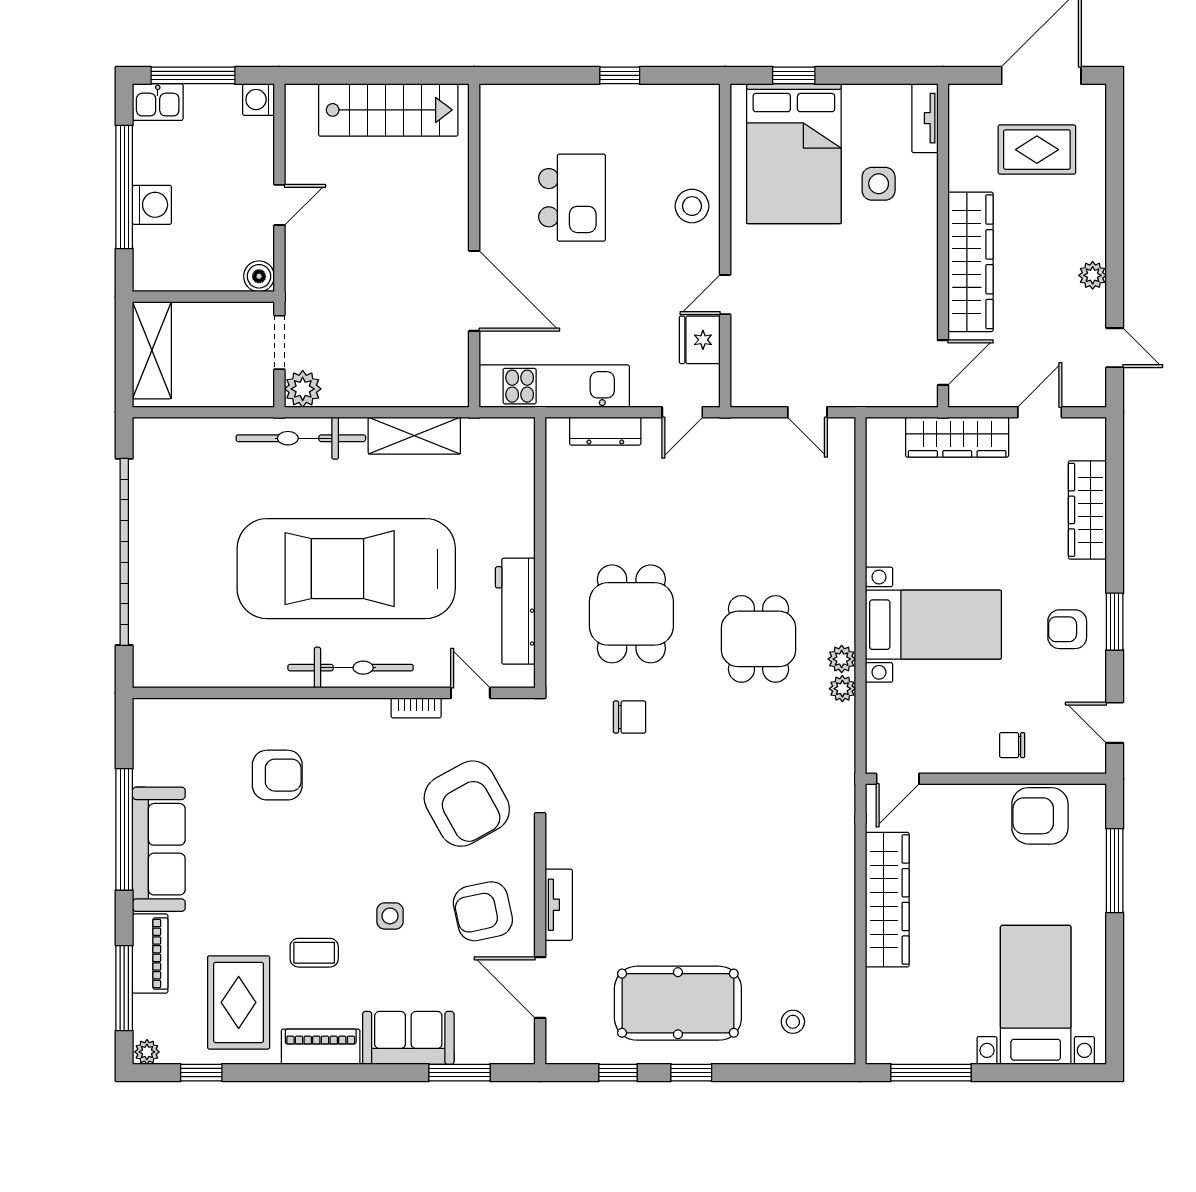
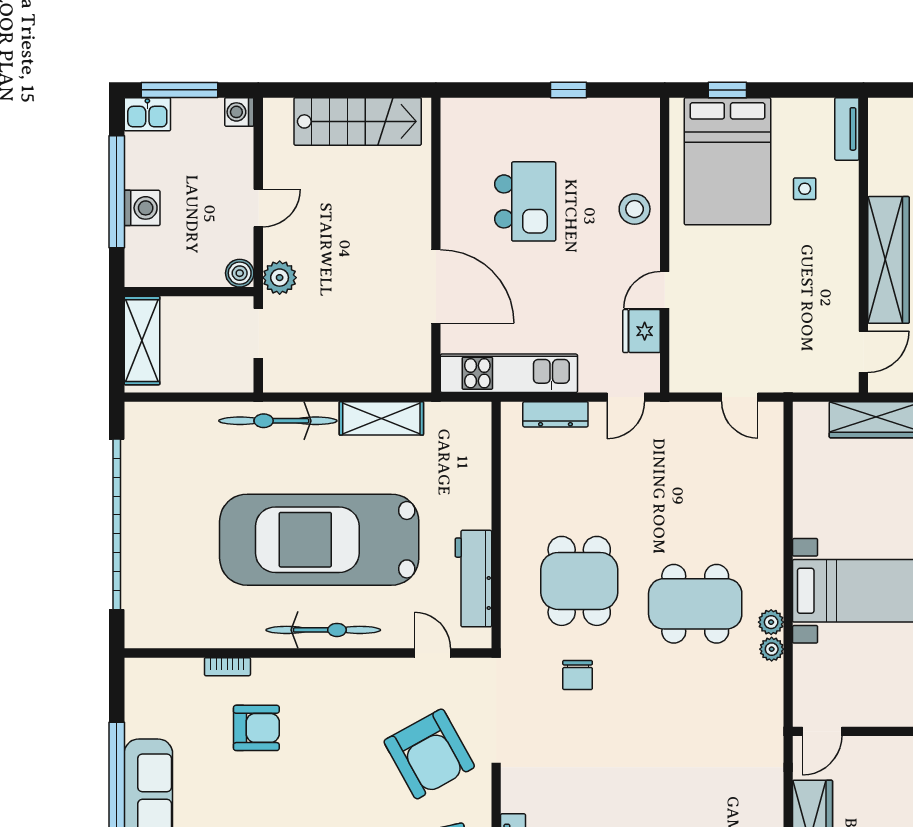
side table: (879, 184) -> (805, 189), width x0.73, depth x0.73
plant: (303, 389) -> (280, 278), moved
dining table: (759, 639) -> (695, 604), width x1.37
bookcase: (416, 708) -> (227, 667), moved
chair: (630, 717) -> (578, 675), turned 90

